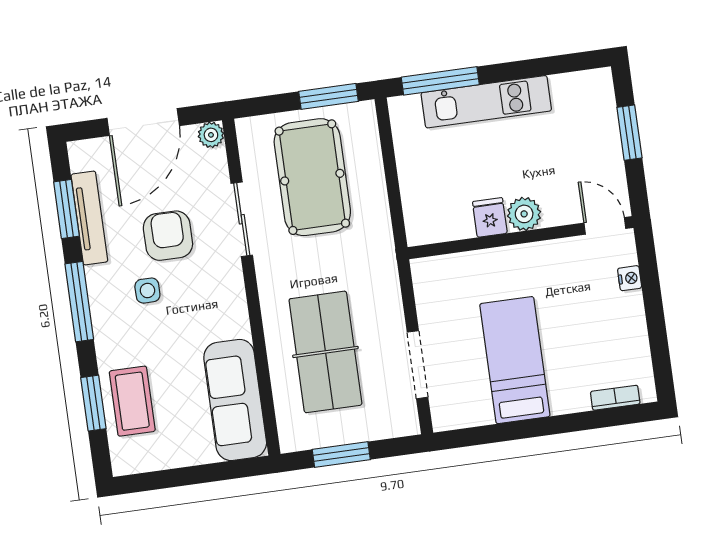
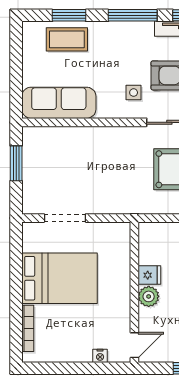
side table: (147, 291) -> (134, 93), moved
table tennis table: (325, 352) -> (81, 162), removed
bed: (515, 360) -> (59, 278), width x1.50
bookcase: (615, 398) -> (28, 328), width x1.56

